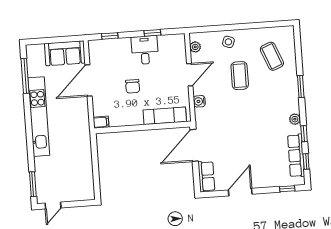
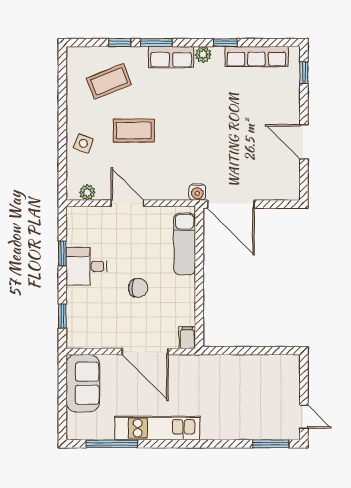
door: (89, 80) -> (145, 352), moved
water cooler: (199, 101) -> (197, 192), moved
kitchen unit: (39, 117) -> (157, 428), width x0.73
window: (306, 161) -> (120, 43), moved
row of seats: (206, 176) -> (171, 57), moved, turned 180

